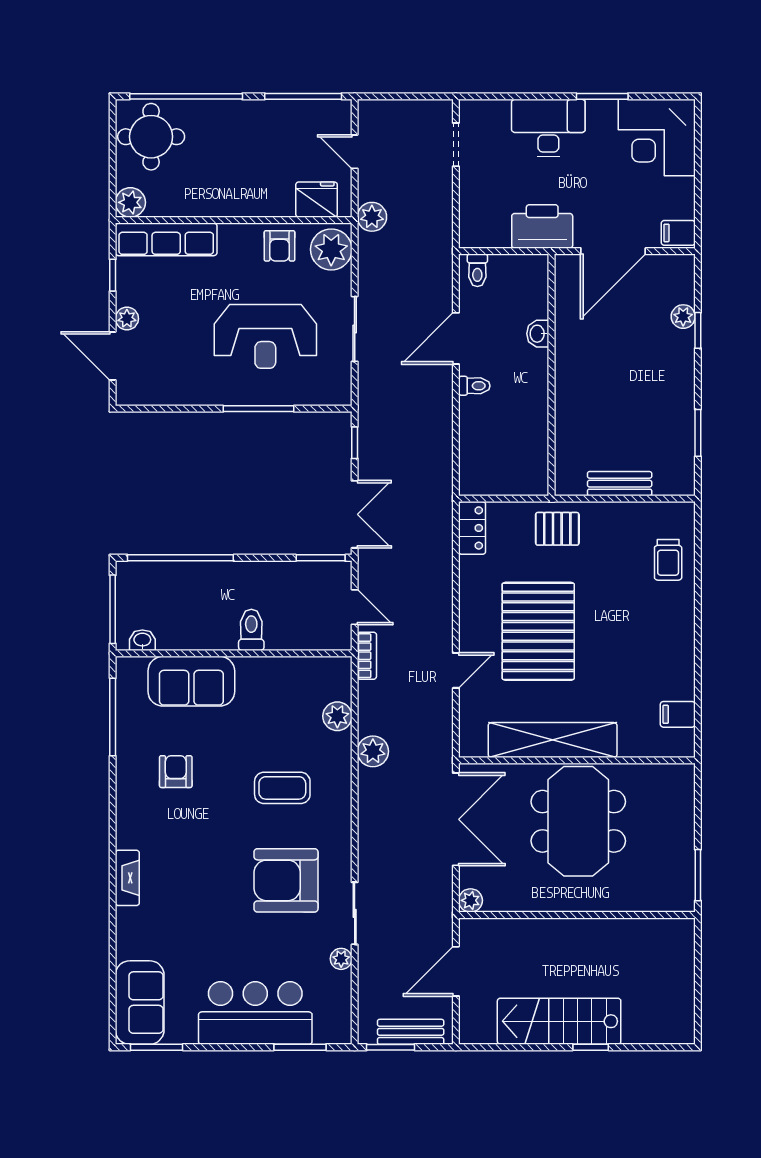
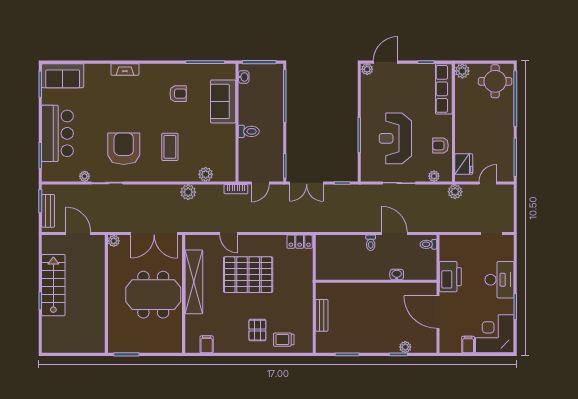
filing cabinet: (678, 233) -> (468, 345), moved
plant: (331, 249) -> (434, 176), width x0.53, depth x0.53
plant: (127, 319) -> (367, 69), moved
pallet: (557, 529) -> (257, 330), moved

